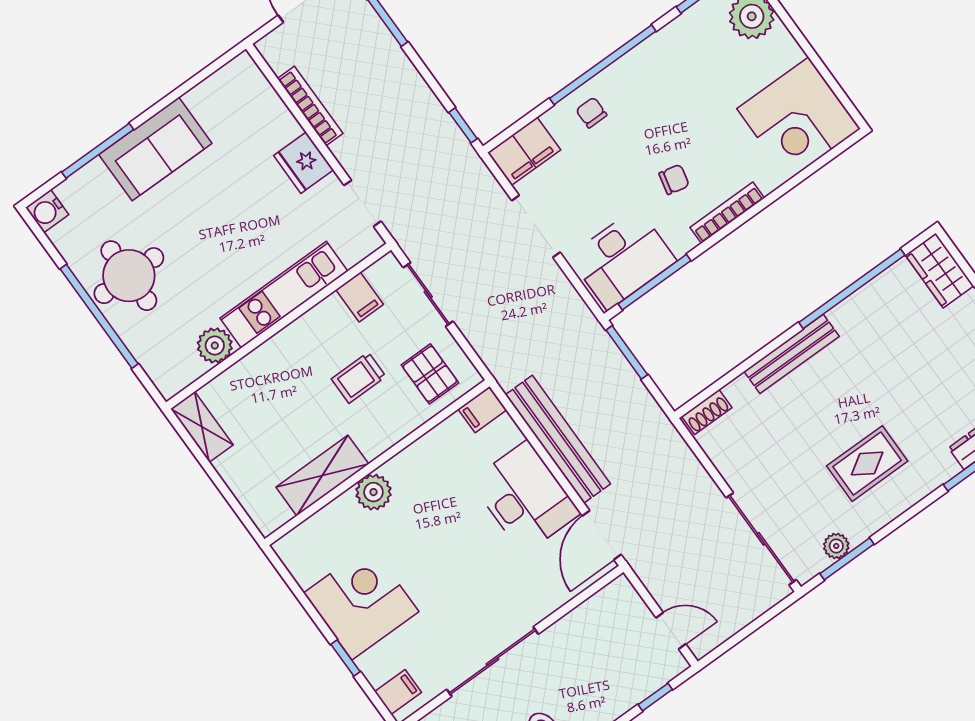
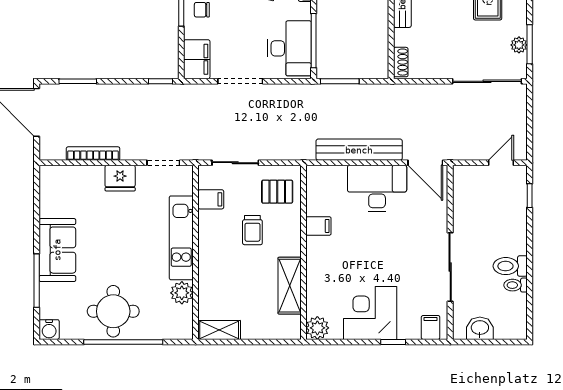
filing cabinet: (482, 410) -> (318, 226), moved, turned -90
plant: (373, 492) -> (317, 328), moved

